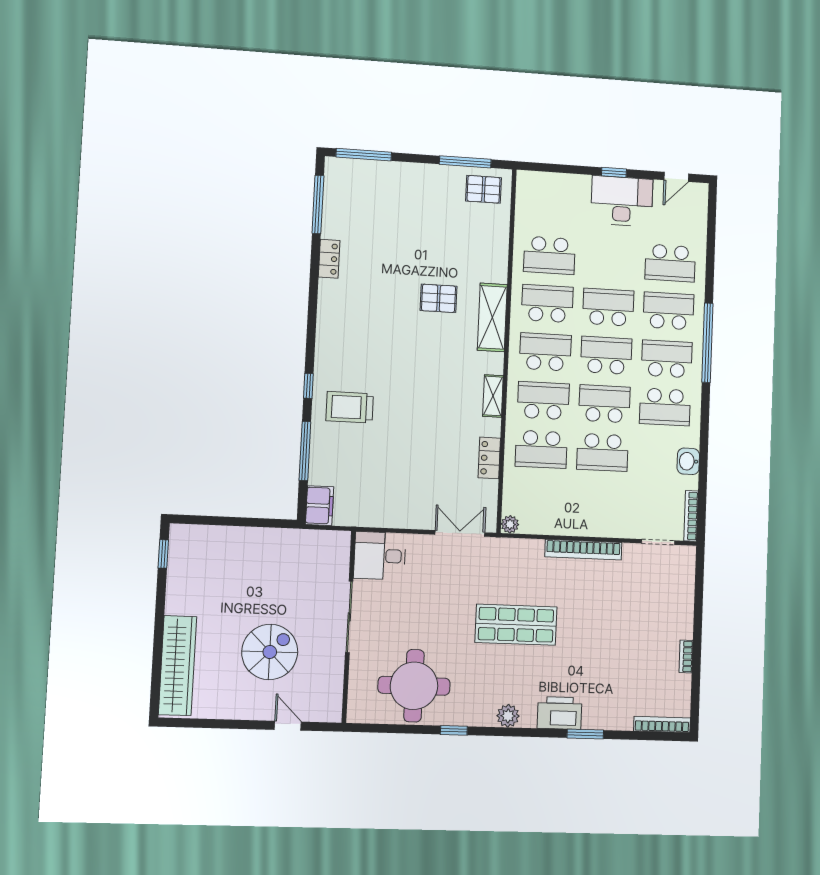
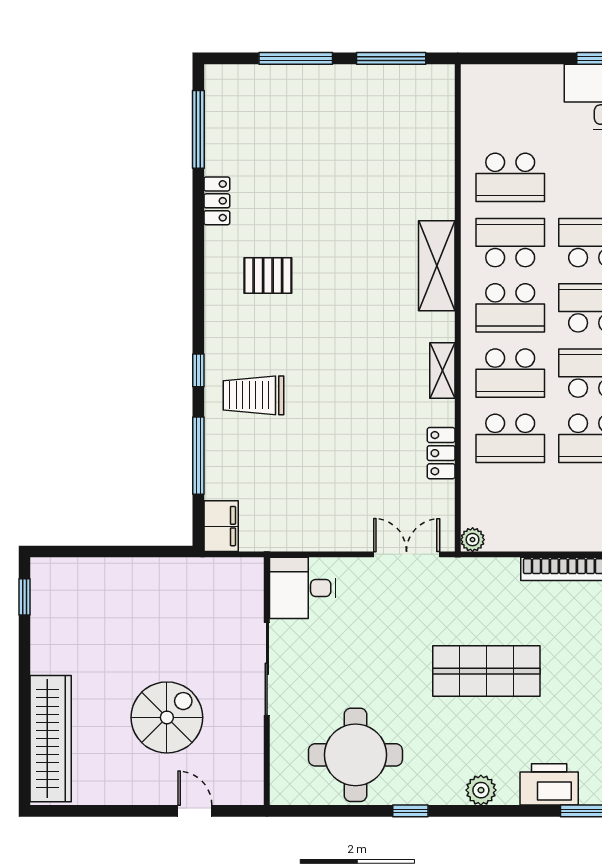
window: (364, 155) -> (296, 58), moved
pallet: (484, 189) -> (417, 94), removed
pallet: (439, 298) -> (268, 275), moved
school desk: (545, 352) -> (510, 308), turned 180
school desk: (543, 401) -> (510, 373), turned 180

